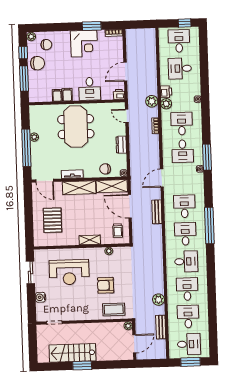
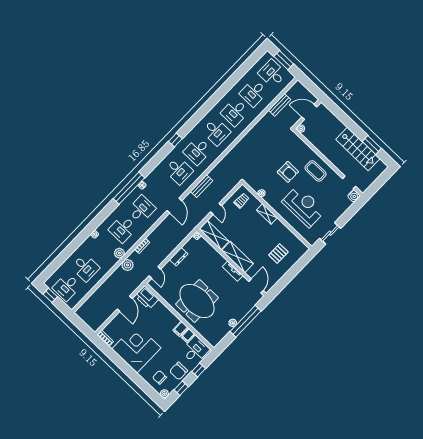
window: (92, 26) -> (116, 358), removed
corner desk: (84, 44) -> (136, 348), width x1.36, depth x1.36
chair: (38, 63) -> (179, 371), turned -90
door: (125, 72) -> (125, 304), hinge flipped
window: (24, 79) -> (199, 370), width x0.46
desk: (90, 89) -> (195, 350), moved
printer: (166, 92) -> (111, 262), removed
printer: (119, 94) -> (147, 298), width x1.87, depth x1.48
meeting table: (76, 127) -> (197, 301), turned 90
window: (207, 157) -> (129, 188), width x1.46
chair: (105, 169) -> (207, 252), removed
door: (162, 178) -> (174, 206), hinge flipped
door: (130, 206) -> (216, 209), width x0.53
desk: (184, 206) -> (179, 171), turned -90
pallet: (52, 220) -> (278, 254), width x0.67, depth x0.71
window: (209, 226) -> (175, 140), width x0.32
desk: (186, 261) -> (216, 132), turned 180
water cooler: (40, 297) -> (354, 196), moved
plant: (158, 300) -> (262, 125), removed
coffee table: (114, 310) -> (316, 171), moved
window: (82, 365) -> (372, 145), moved

